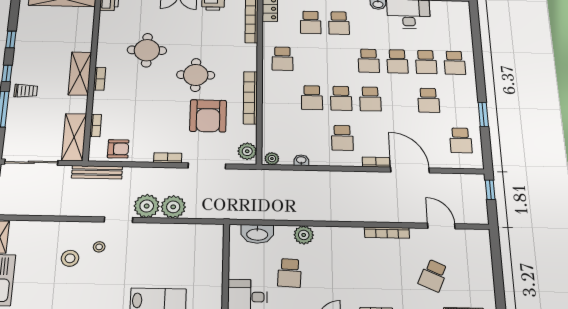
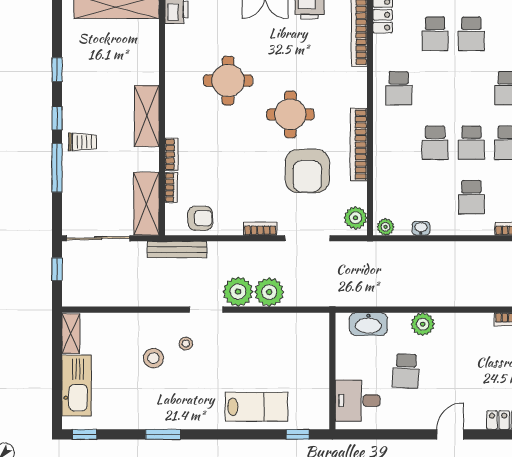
bookcase: (99, 79) -> (171, 154), moved

